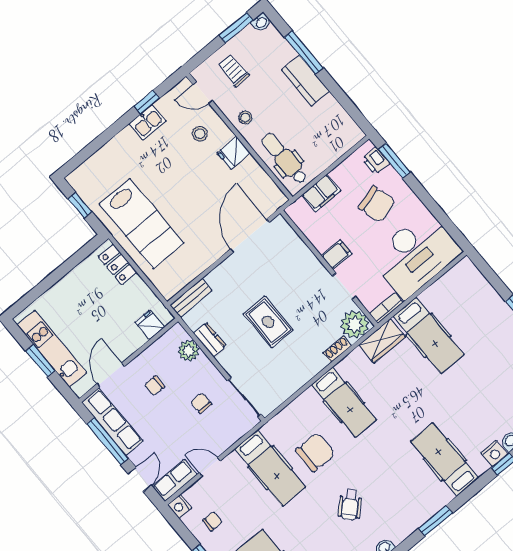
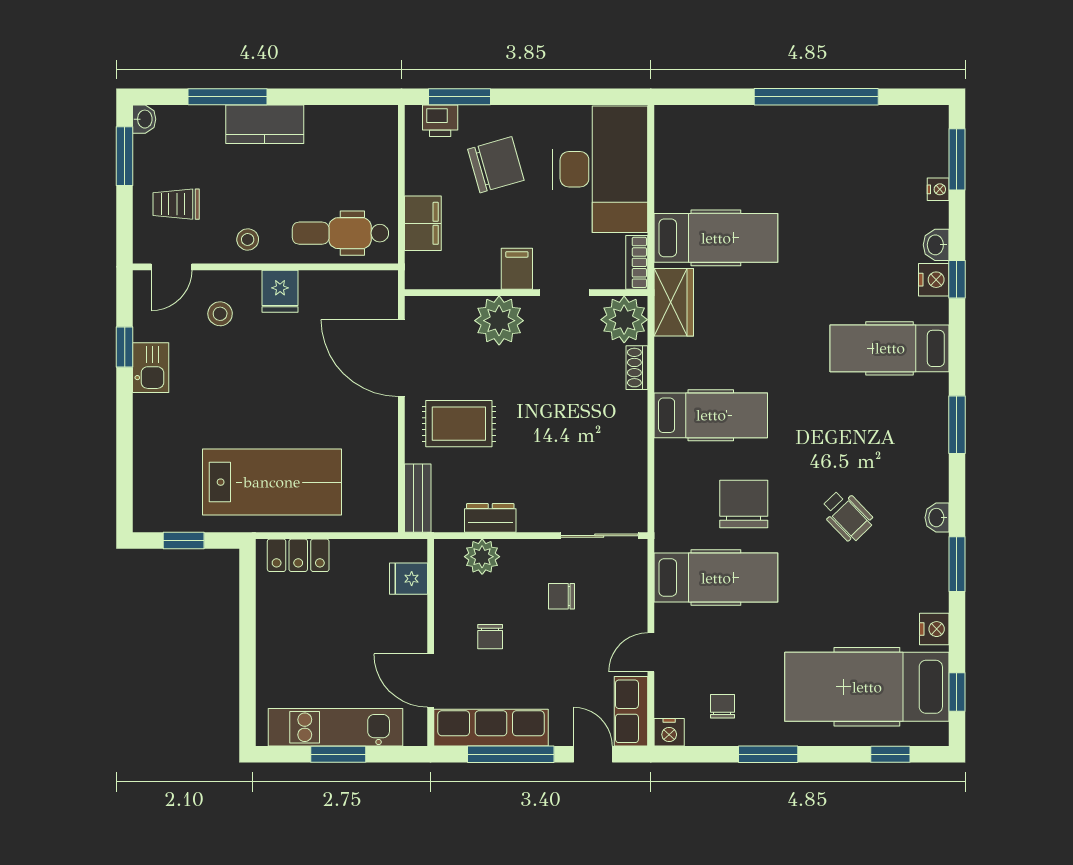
plant: (305, 266) -> (499, 321), added
rug: (268, 322) -> (459, 424), moved

